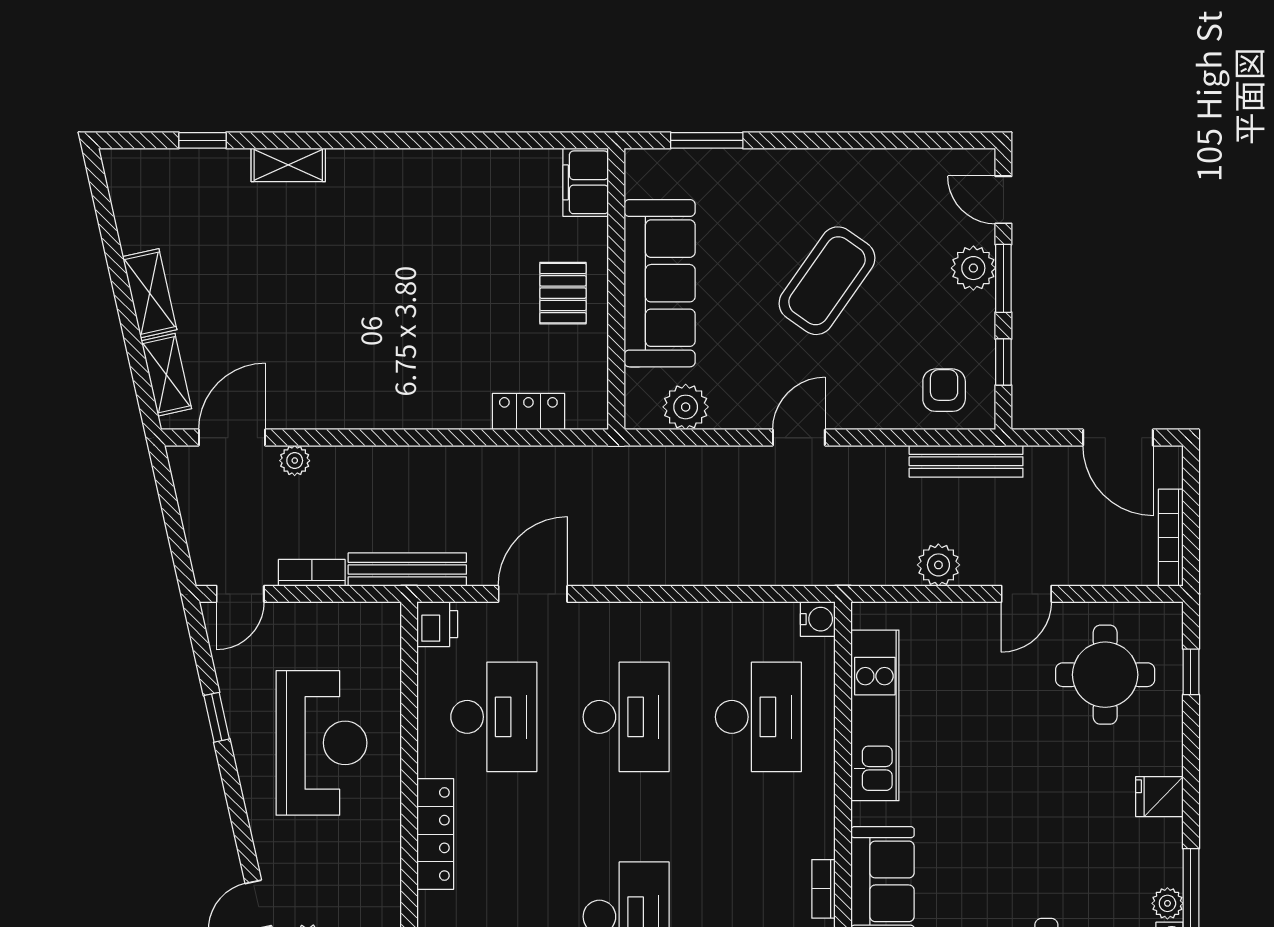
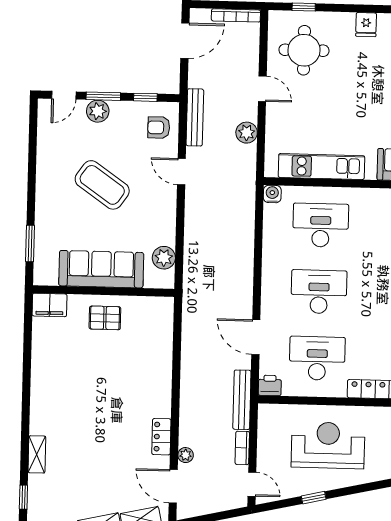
locker: (528, 411) -> (161, 437), moved
door: (799, 438) -> (181, 172), moved

